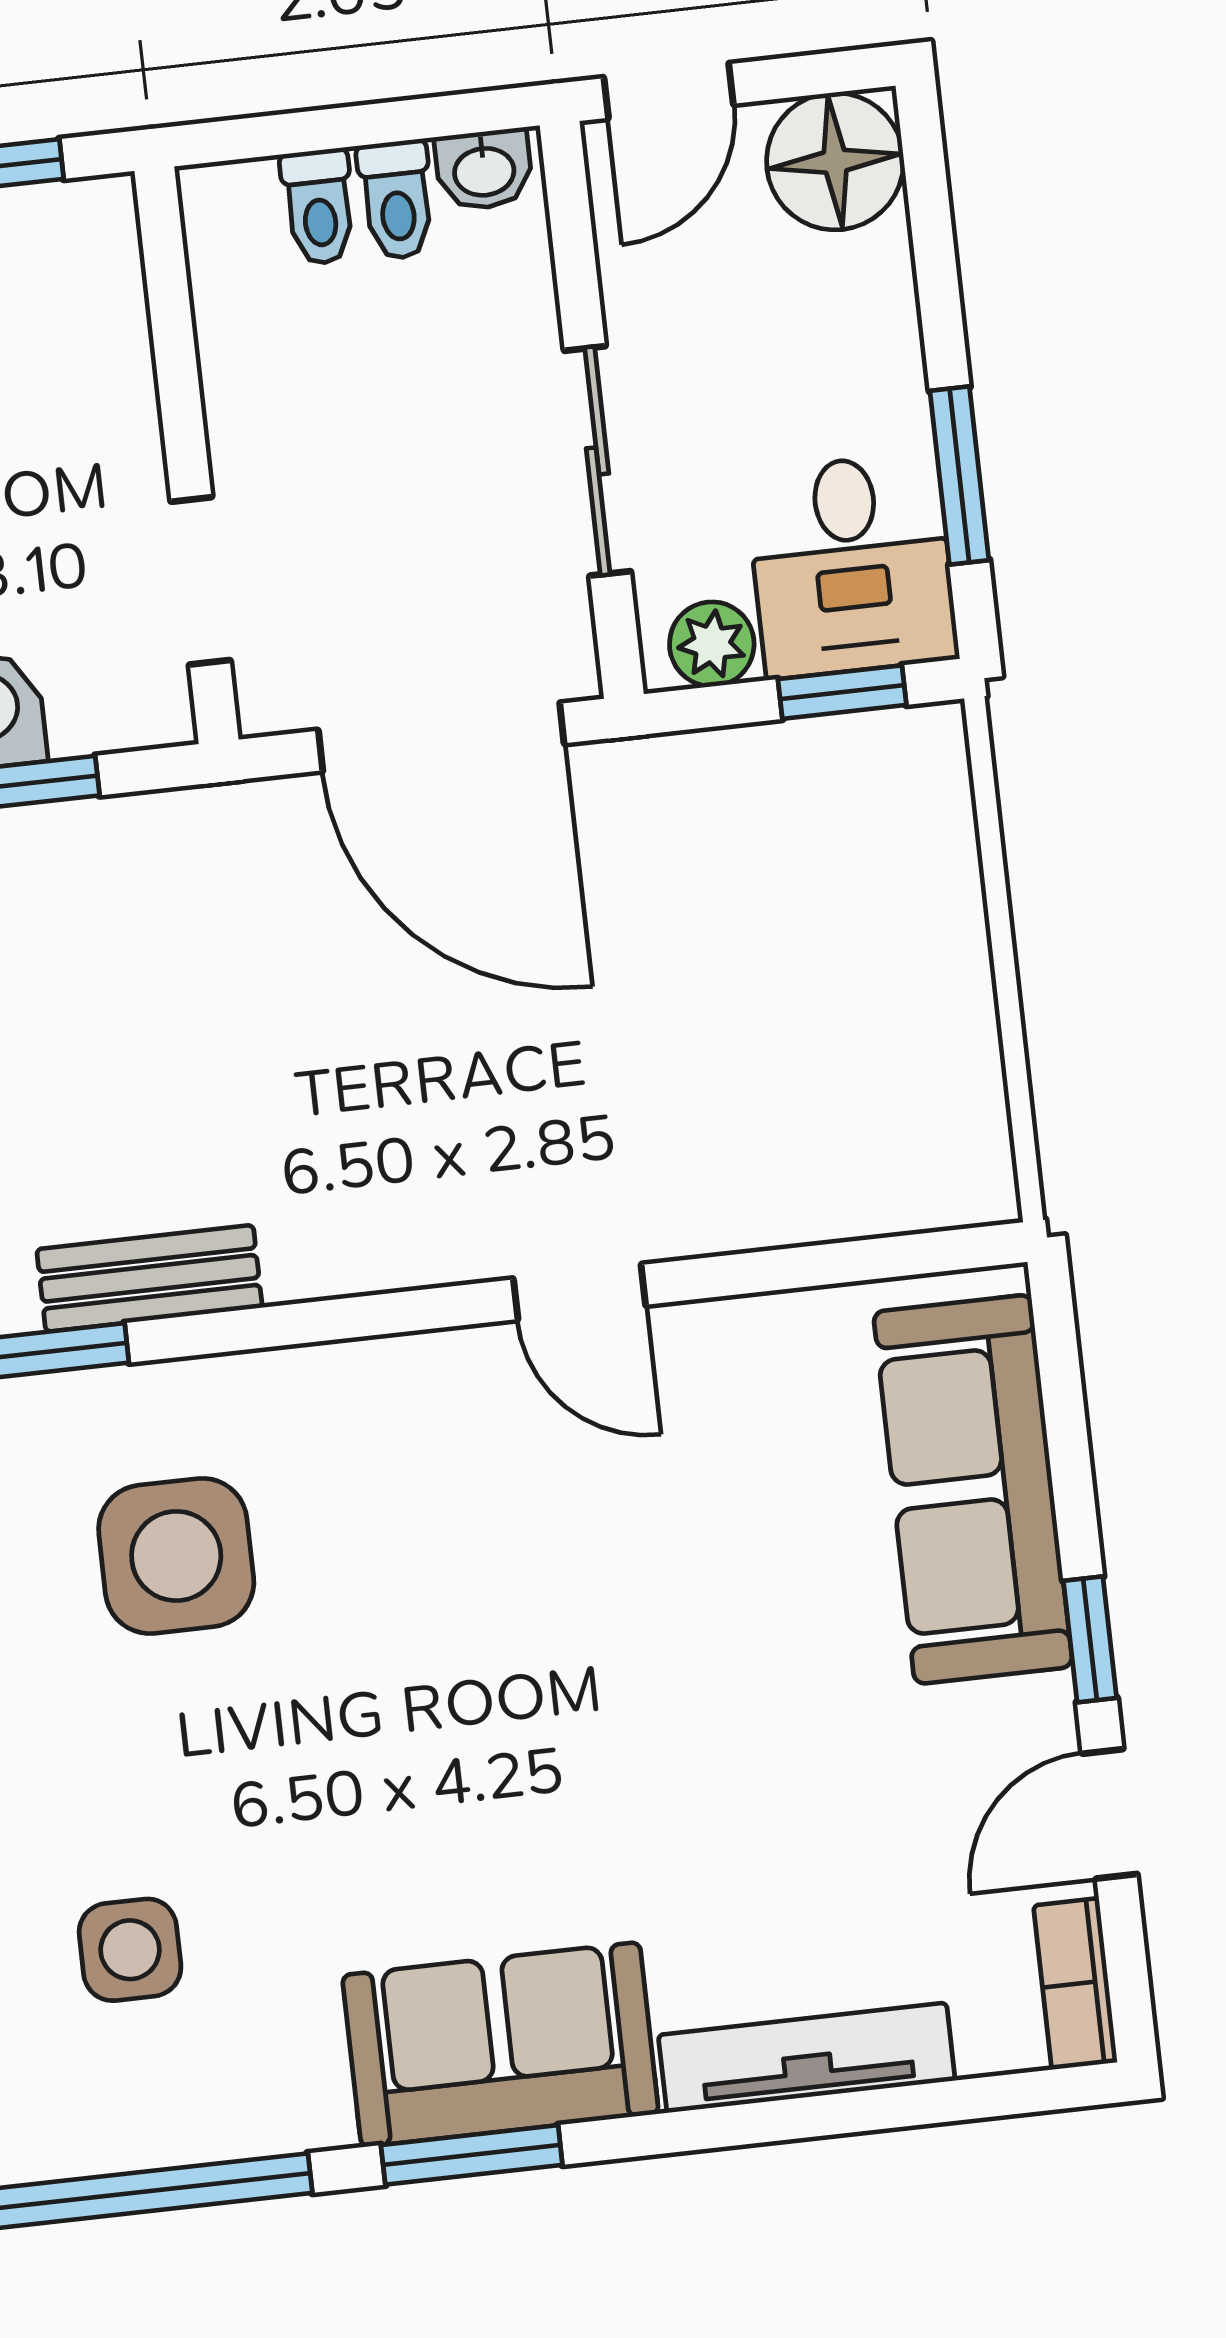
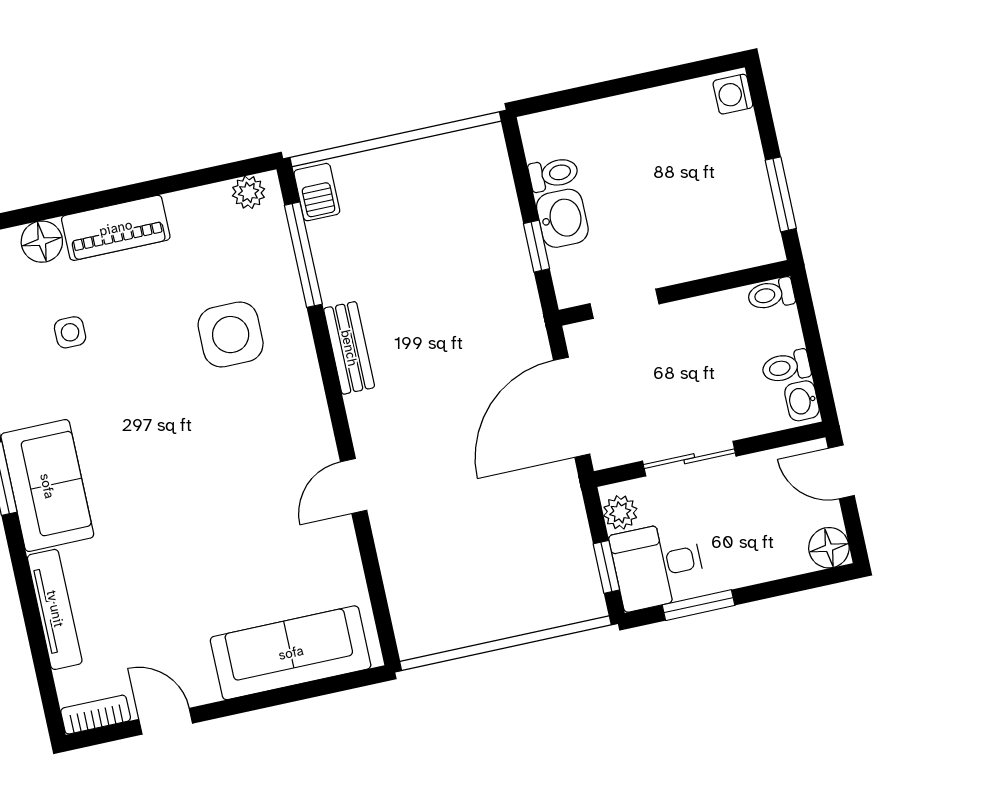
floor lamp: (835, 161) -> (829, 548), width x0.73, depth x0.73
toilet: (319, 207) -> (771, 294), moved
bench: (149, 1278) -> (349, 348), moved
window: (1090, 1639) -> (235, 706), removed
side table: (130, 1950) -> (70, 332), width x0.73, depth x0.73

